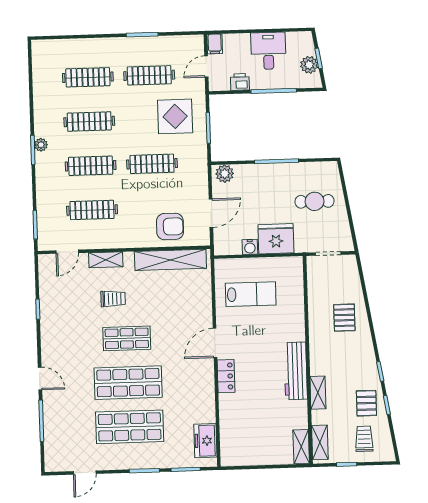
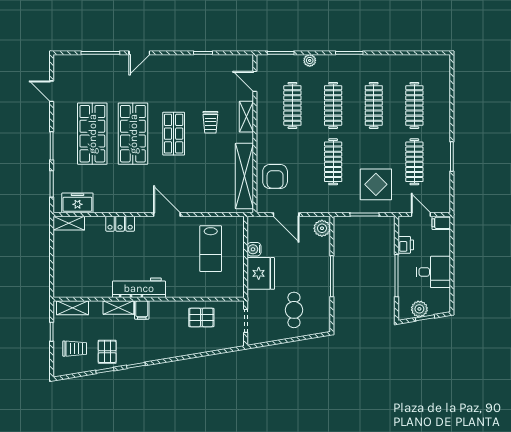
plant: (41, 145) -> (310, 60), moved
pallet: (344, 318) -> (201, 317), moved
filing cabinet: (320, 367) -> (142, 310), added
locker: (226, 376) -> (120, 224), moved
pallet: (366, 403) -> (107, 352), turned 90
shelving: (301, 447) -> (69, 223), moved

